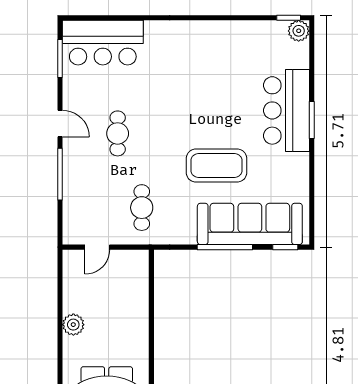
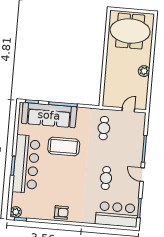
armchair: (211, 37) -> (61, 212), added
bar counter: (286, 110) -> (26, 164), width x1.36
cafe table: (118, 133) -> (106, 178), moved

